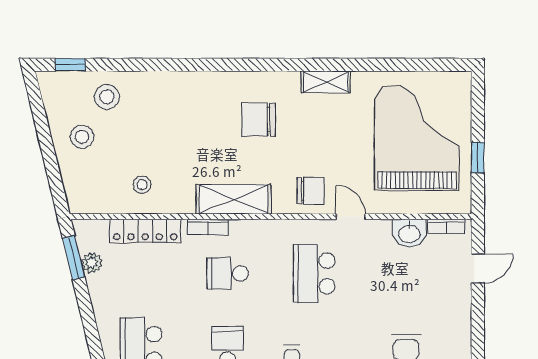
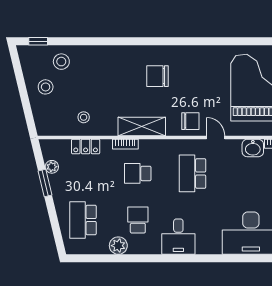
shelving: (326, 82) -> (200, 52), removed
locker: (145, 231) -> (86, 146), width x0.66
window: (74, 258) -> (45, 183), moved

